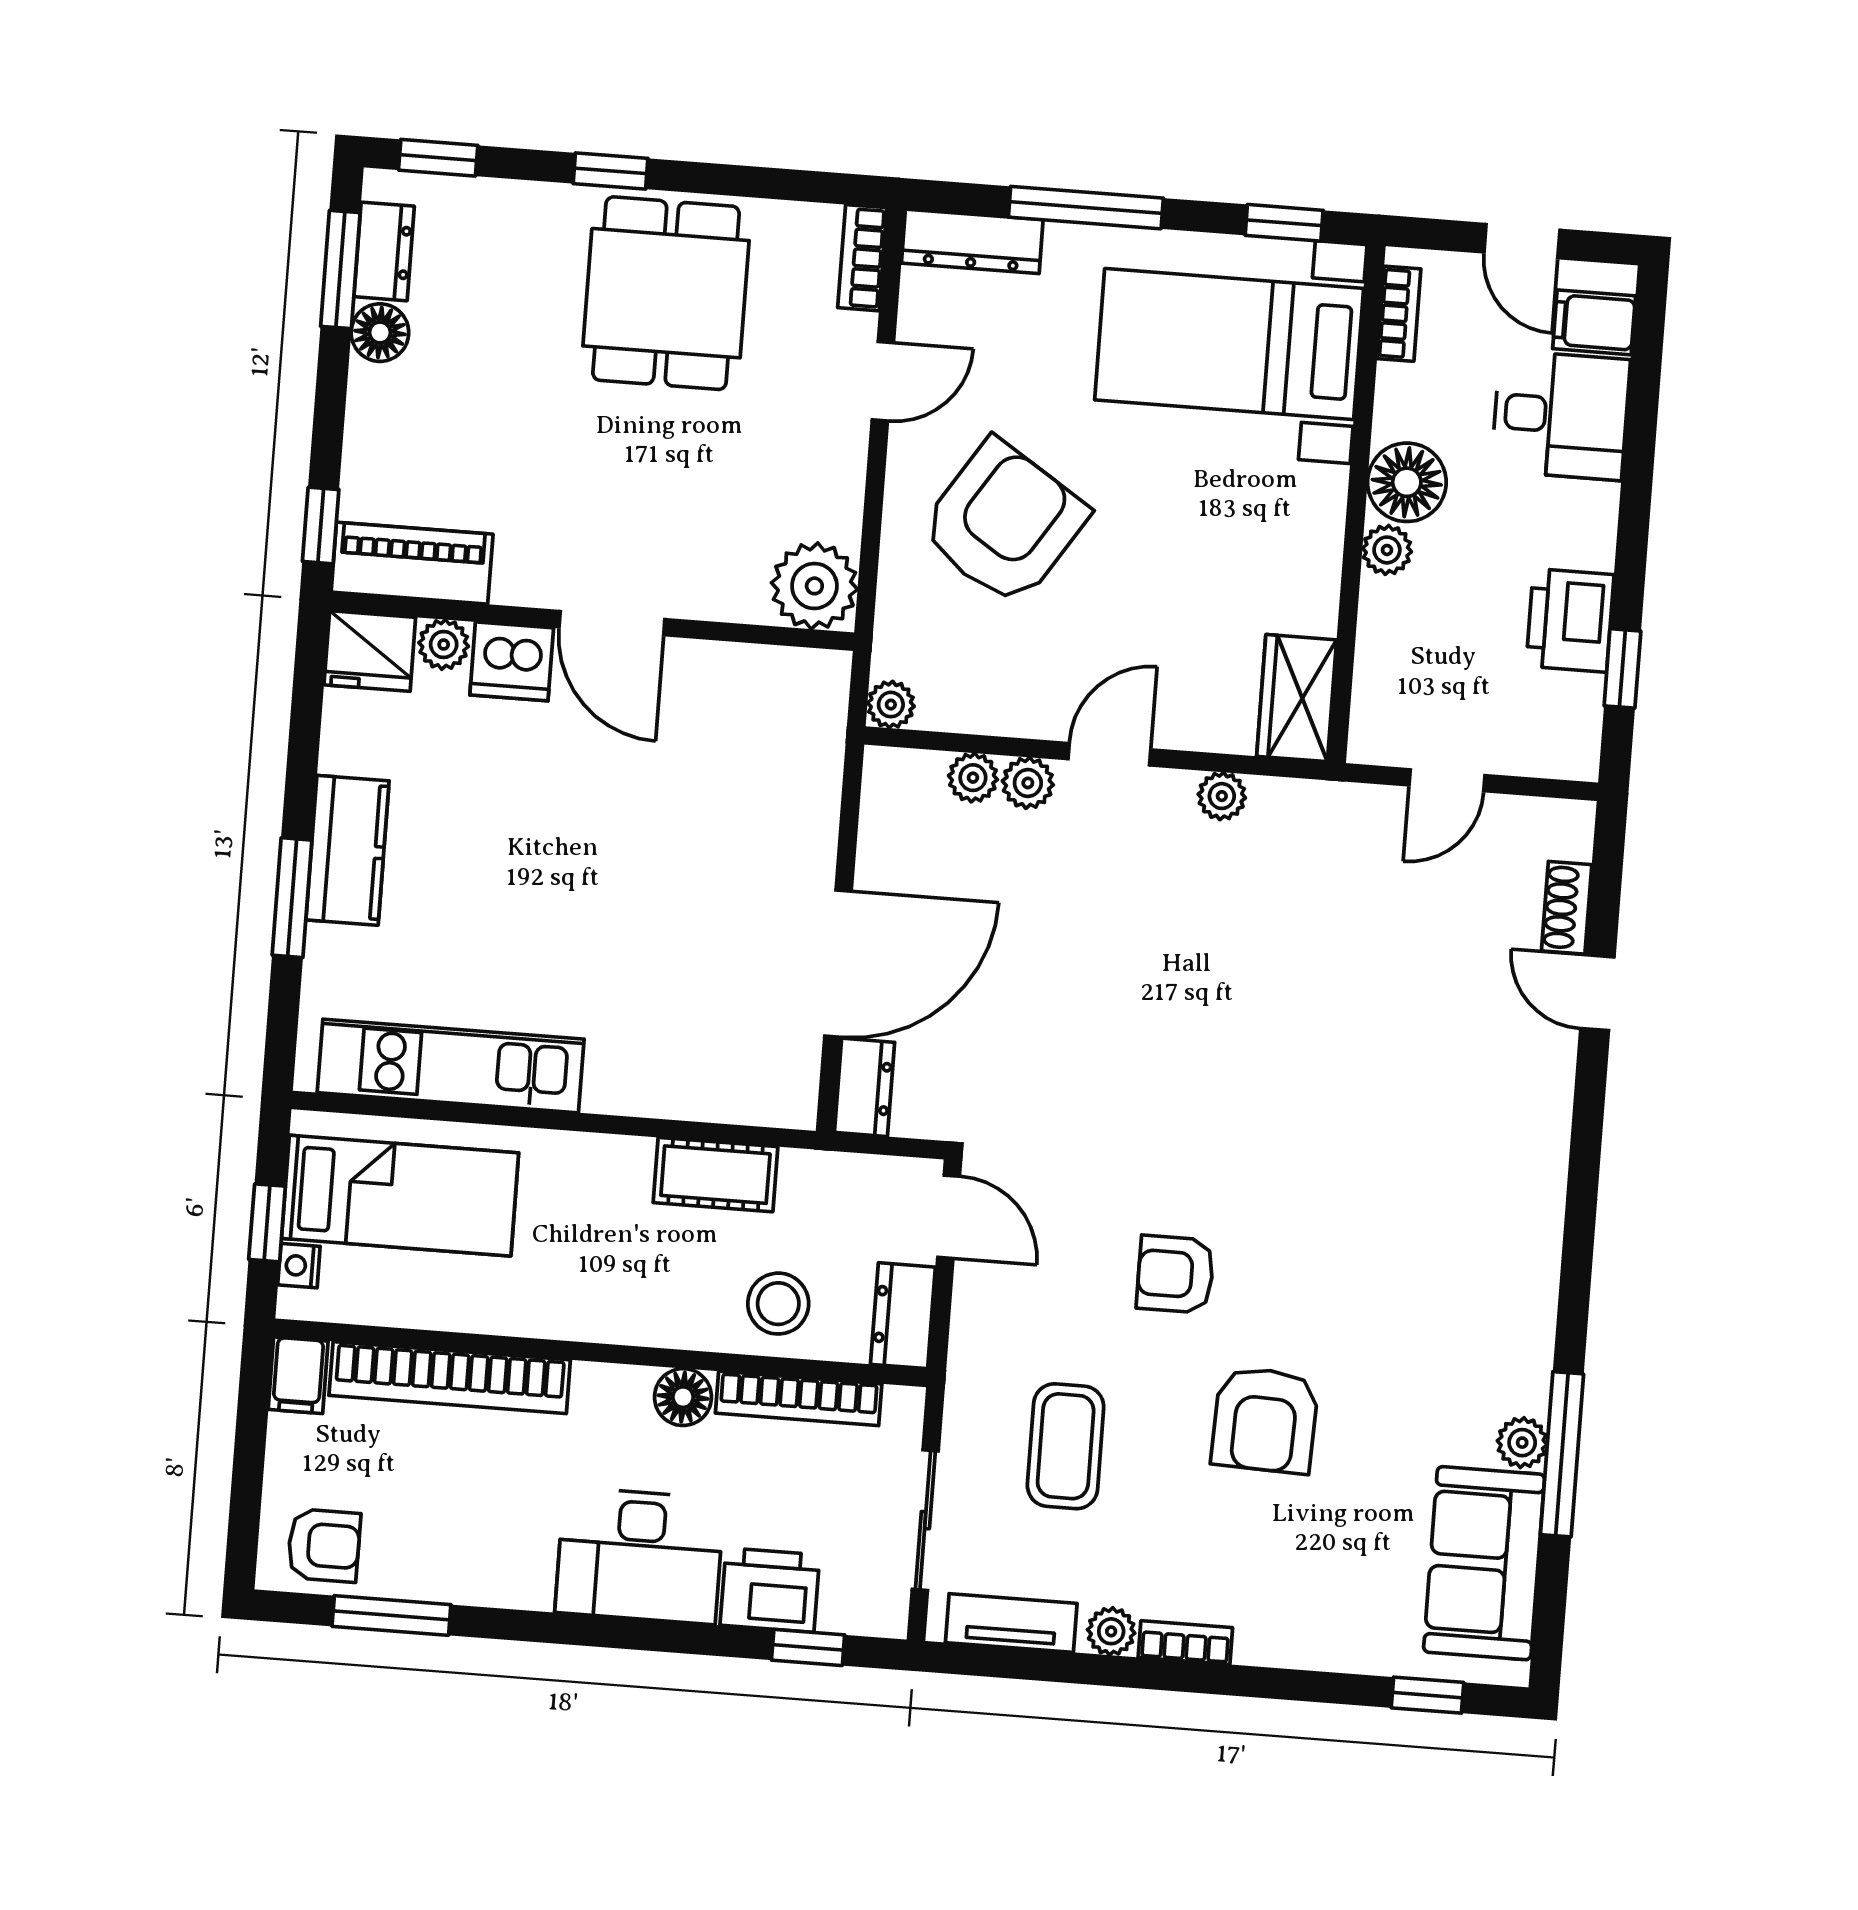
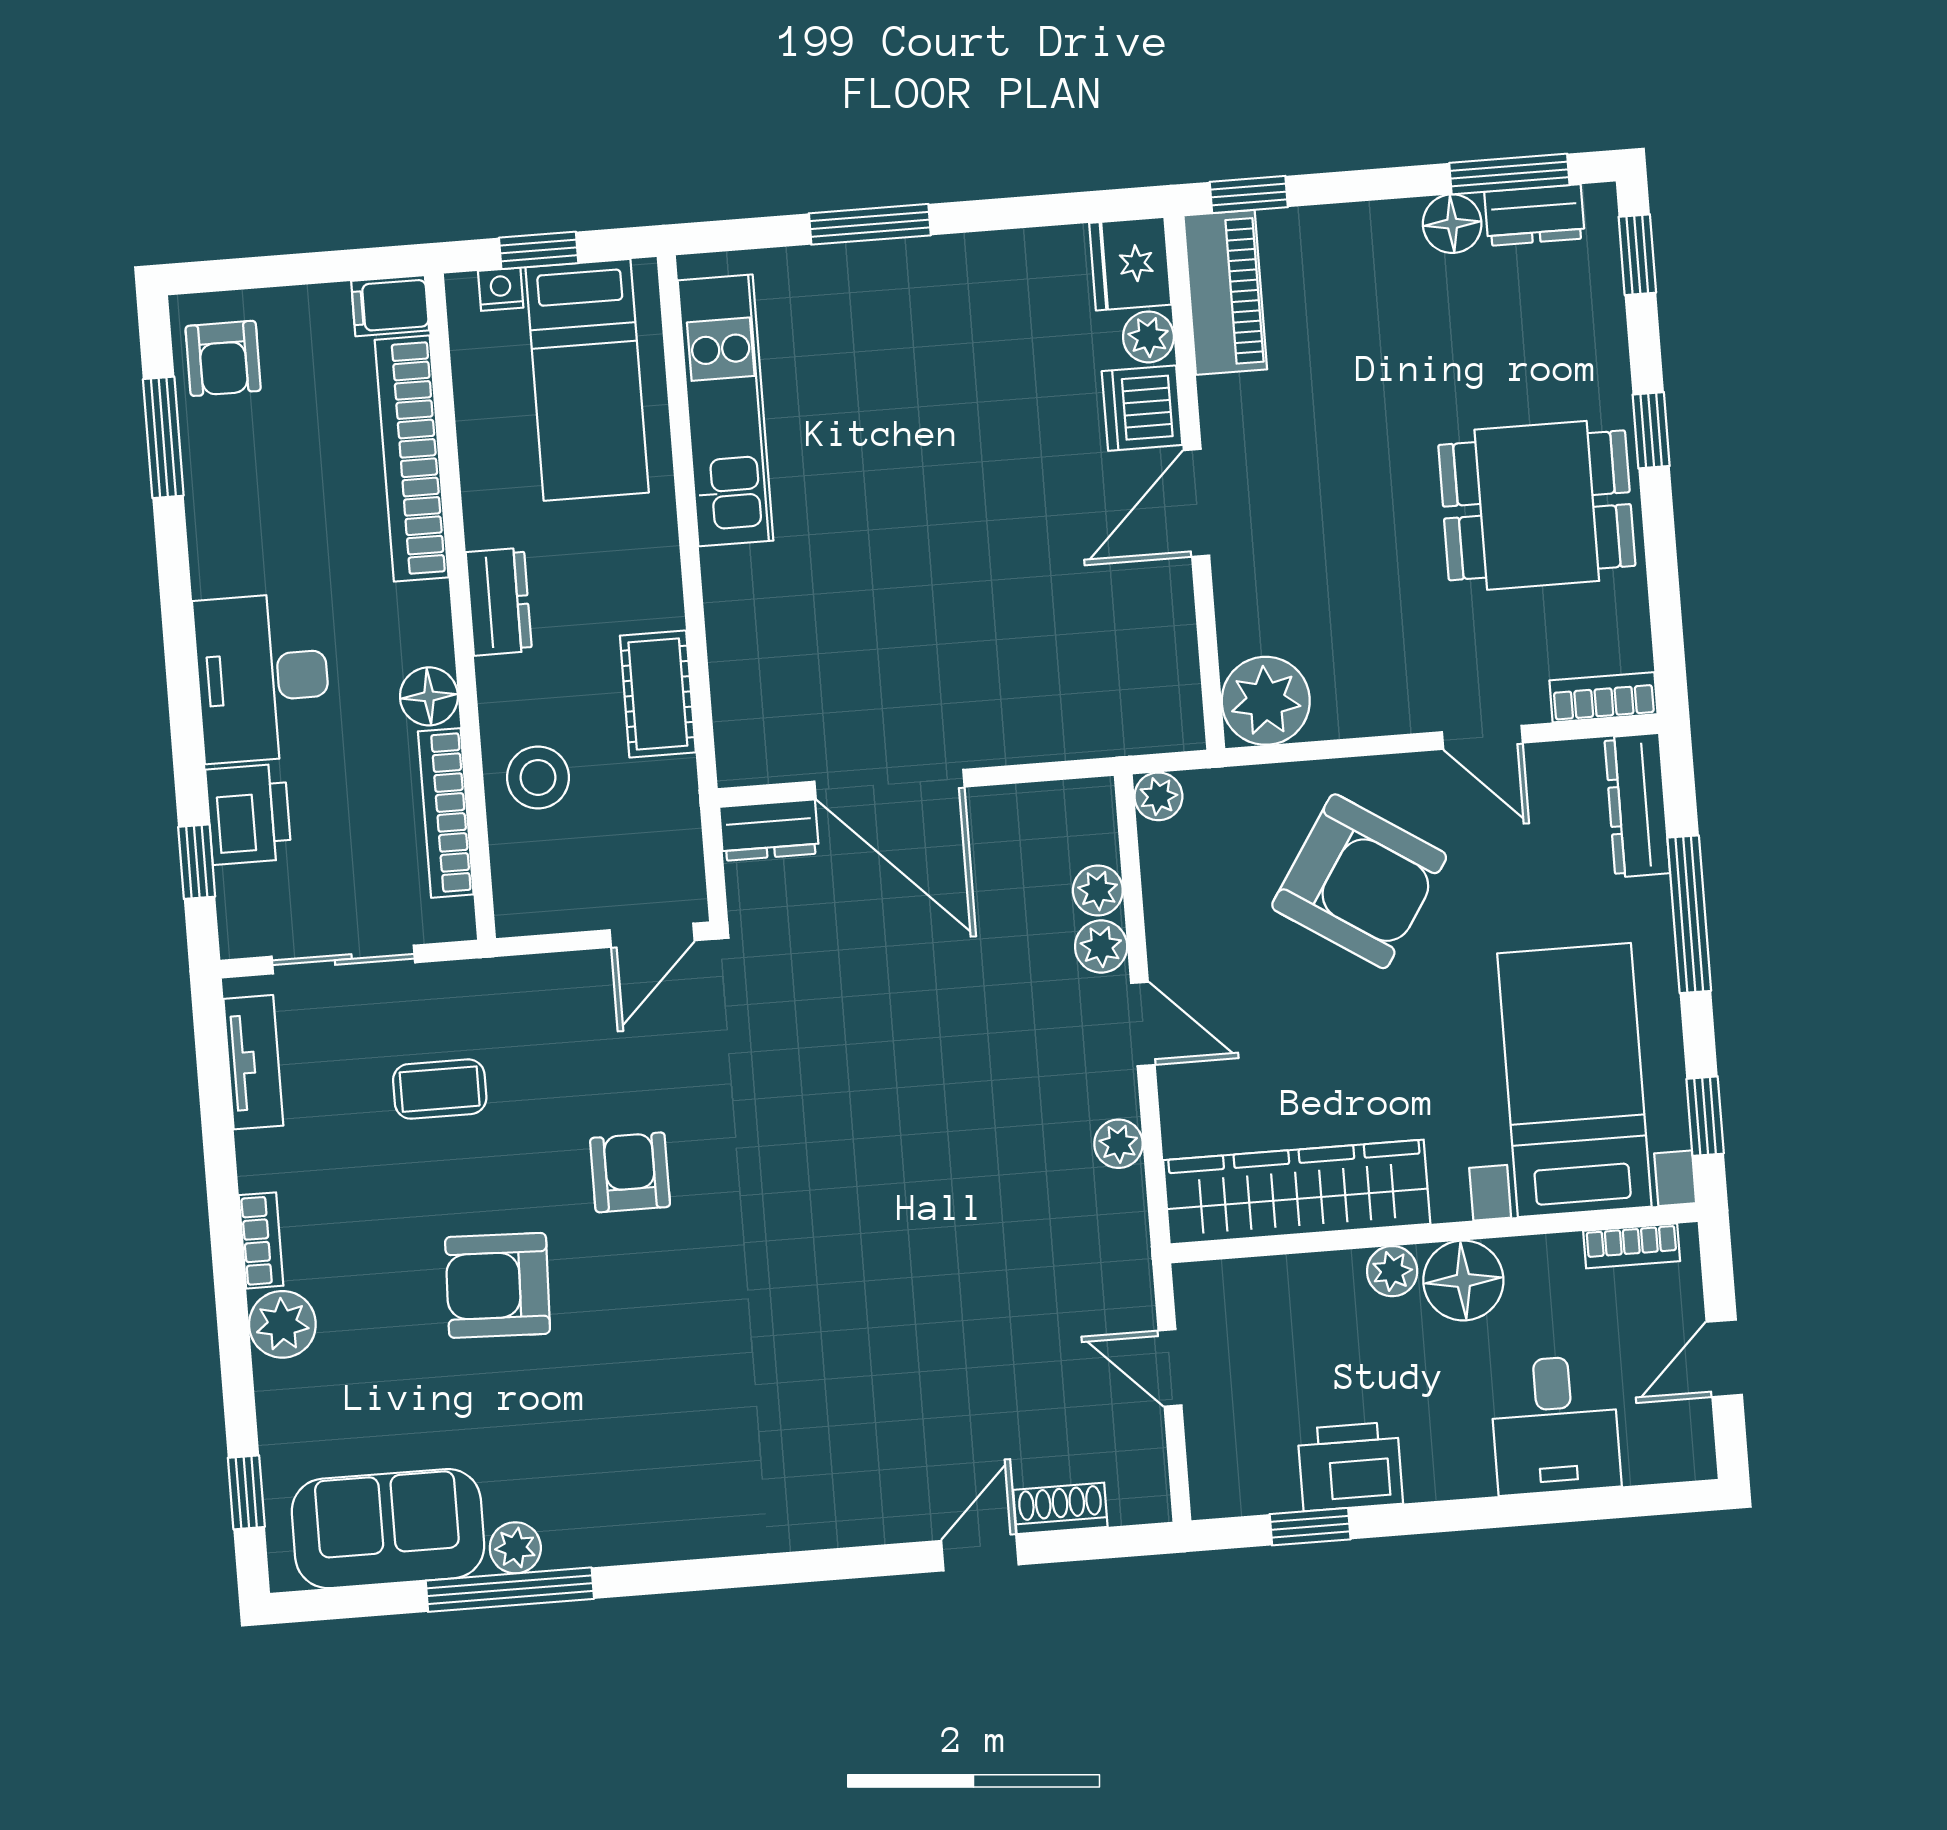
filing cabinet: (1594, 322) -> (1654, 1444), removed
wardrobe: (1297, 698) -> (1297, 1192), width x2.10, depth x1.17
kitchen counter: (348, 850) -> (926, 273), removed
dresser: (903, 1316) -> (499, 602), moved, turned 90
coffee table: (1066, 1446) -> (440, 1089), width x0.73, depth x0.77
plant: (1111, 1631) -> (282, 1324), moved, width x1.38, depth x1.38

